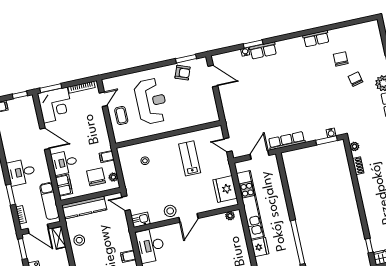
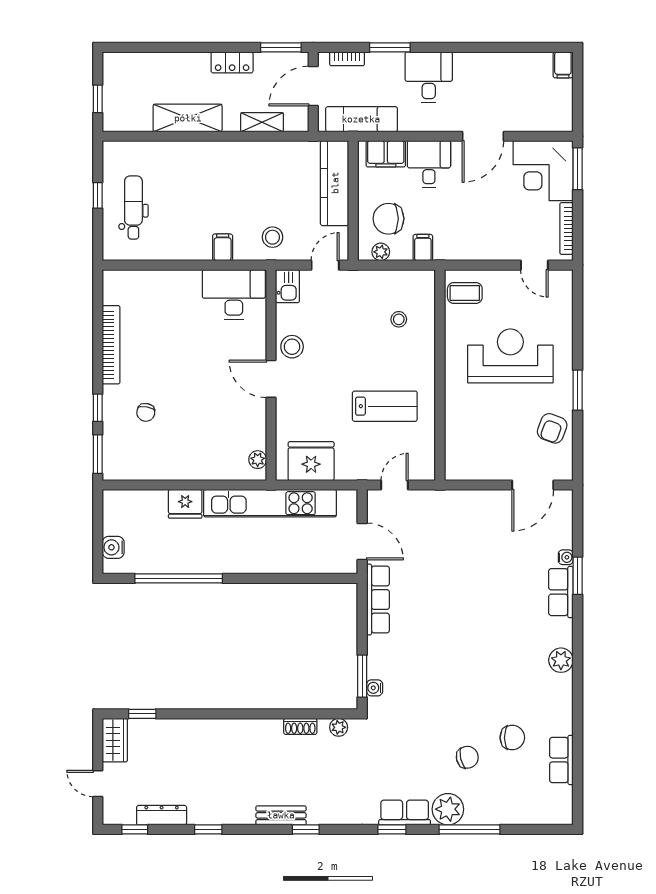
row of seats: (316, 39) -> (561, 760), moved
plant: (297, 43) -> (561, 660), added
window: (186, 59) -> (578, 390), moved
window: (20, 95) -> (578, 107), removed
reception desk: (151, 101) -> (510, 356), turned 180
coffee table: (121, 116) -> (465, 293), moved
chair: (96, 177) -> (388, 219), turned 180
shelving: (59, 238) -> (262, 122), moved
stool: (79, 240) -> (273, 237), moved

